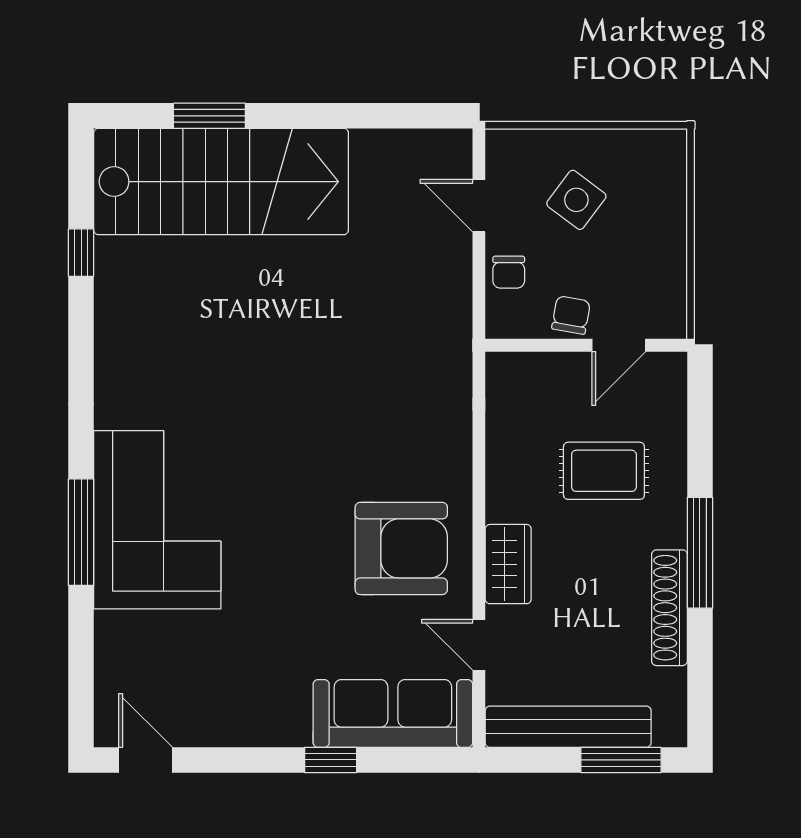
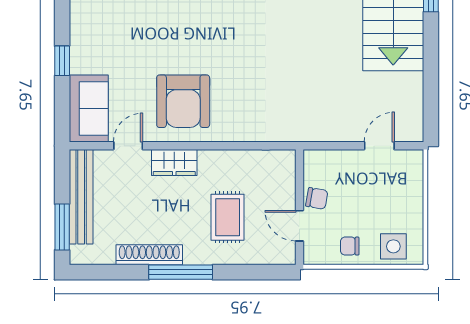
side table: (576, 200) -> (393, 246), moved, turned -37
chair: (509, 272) -> (350, 246), moved
sofa: (393, 713) -> (89, 108), width x0.73

